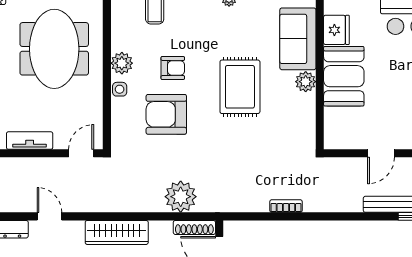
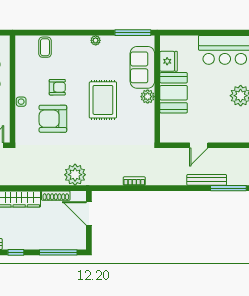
plant: (122, 63) -> (23, 84), removed
plant: (181, 197) -> (75, 175), moved
shoe rack: (194, 227) -> (56, 196), moved

